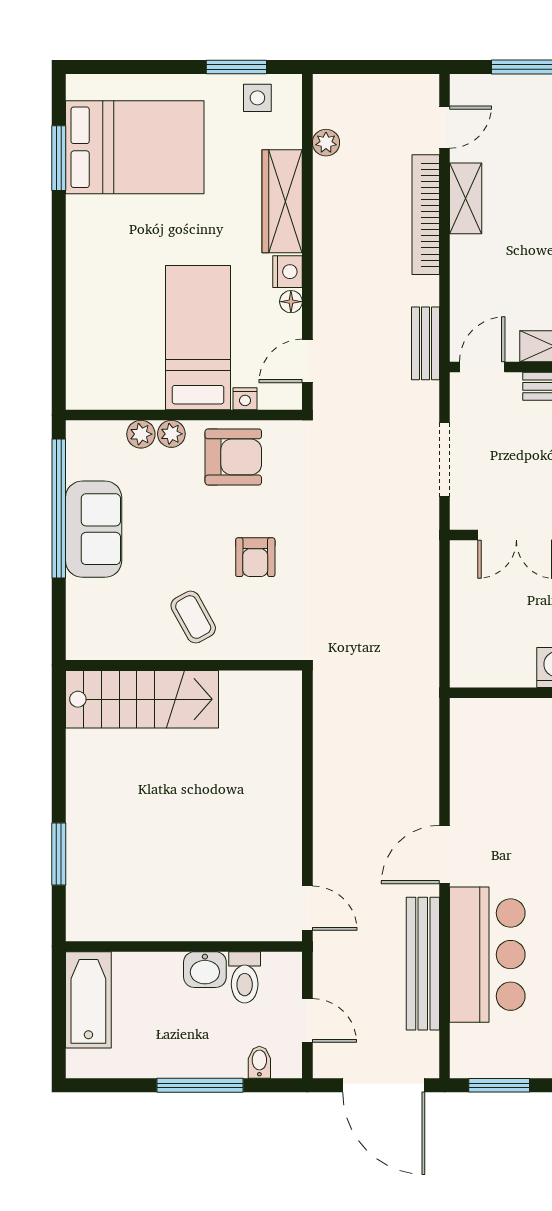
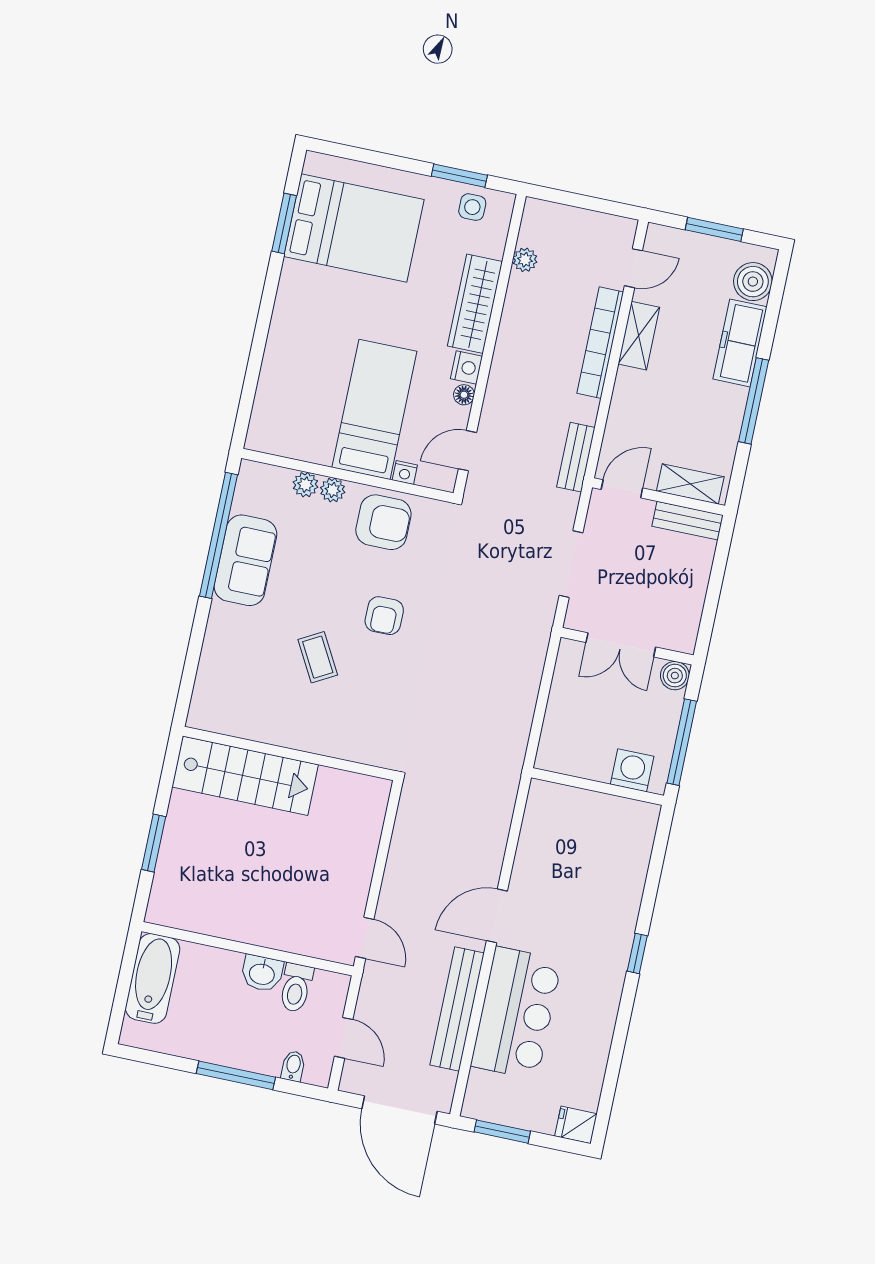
wall: (184, 665) -> (289, 753), moved
stairs: (142, 699) -> (245, 776), moved

